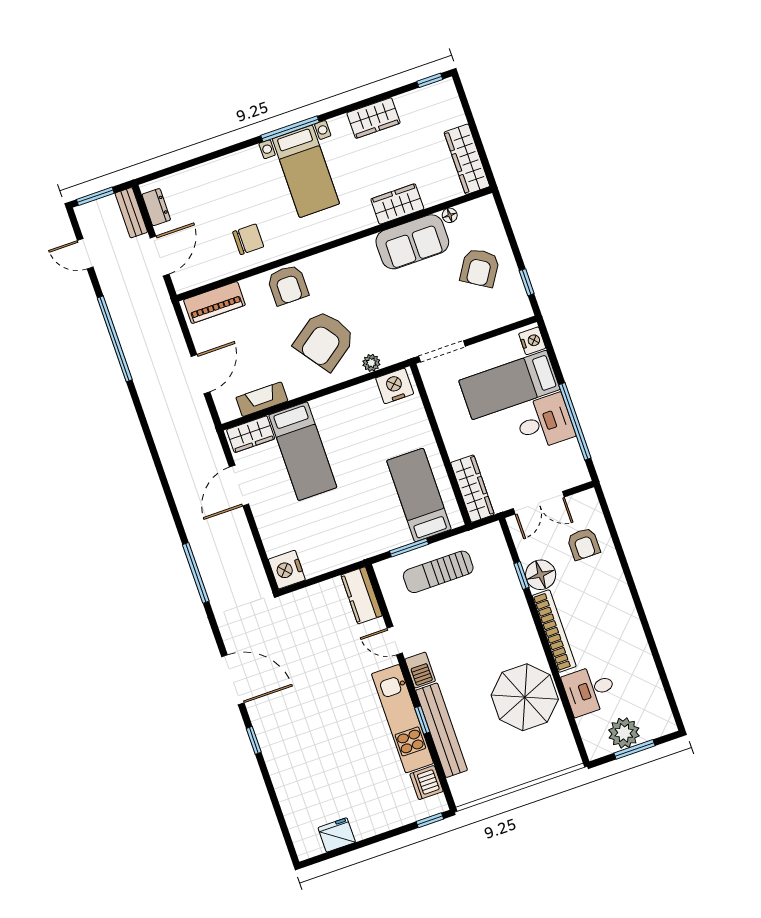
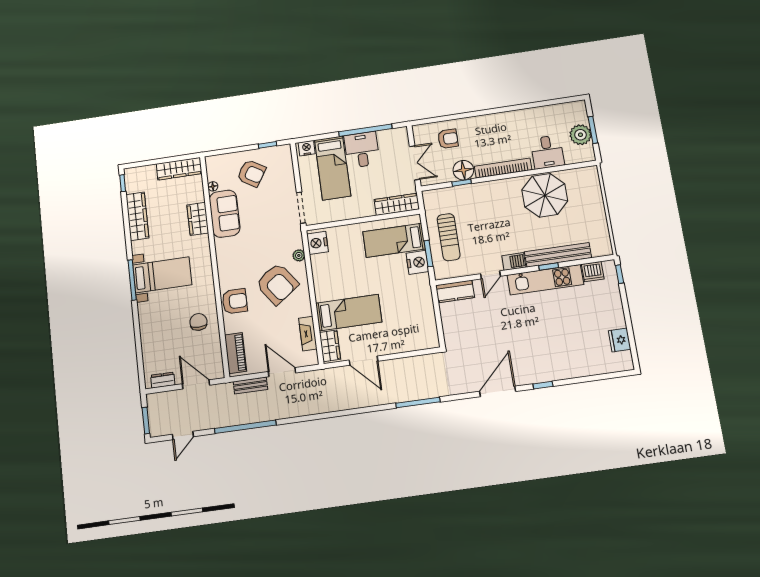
wardrobe: (374, 118) -> (137, 216), width x1.50
bench: (131, 213) -> (250, 385), moved
nightstand: (287, 570) -> (417, 262), moved, turned -90

